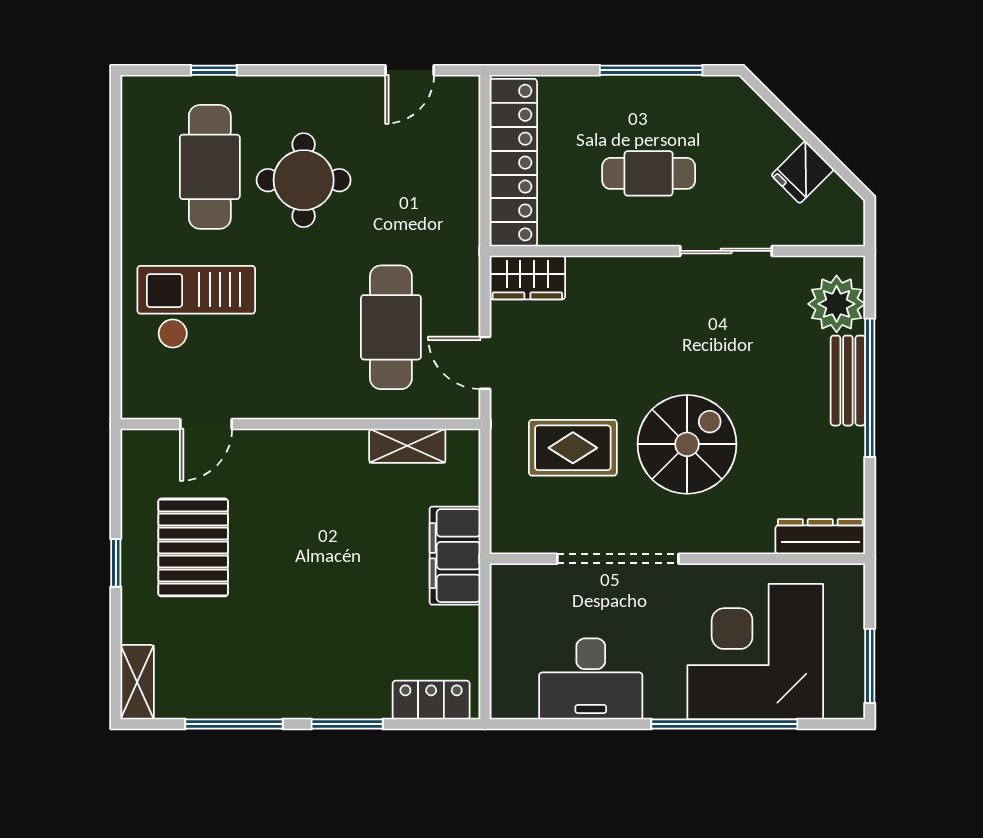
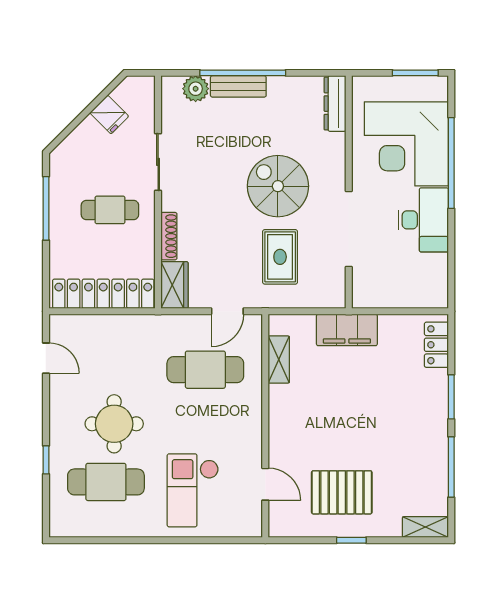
window: (214, 70) -> (46, 460), moved
cafe table: (649, 173) -> (110, 210), turned 90
shoe rack: (606, 269) -> (169, 236), added
plant: (837, 304) -> (196, 89), width x0.73, depth x0.73
desk: (591, 679) -> (423, 220), moved

